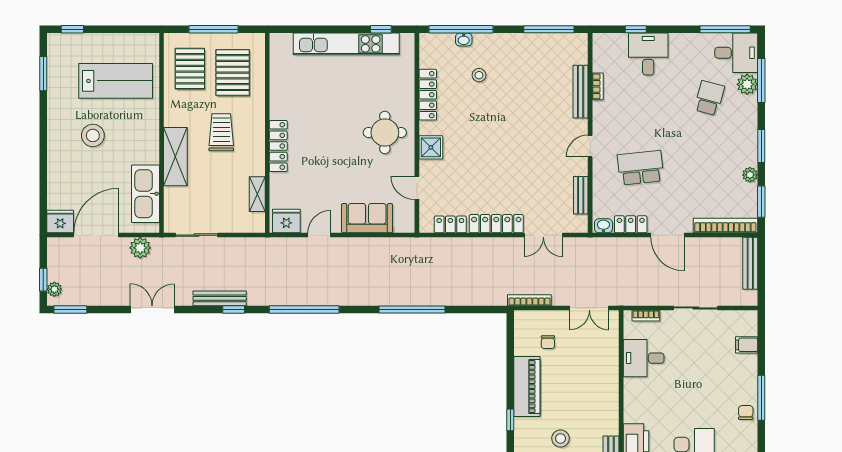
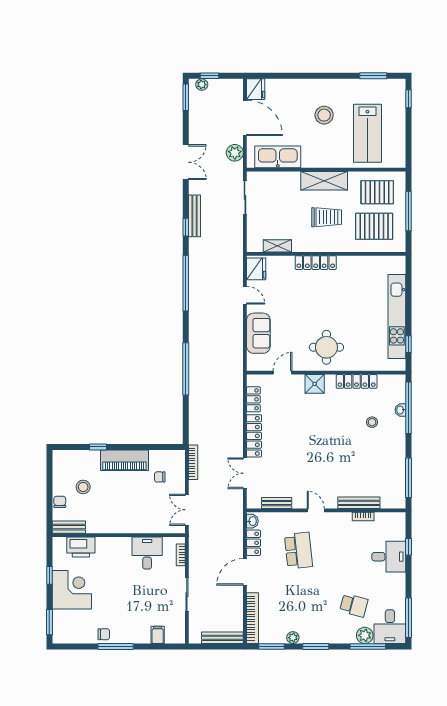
shelving: (175, 157) -> (324, 181), moved

